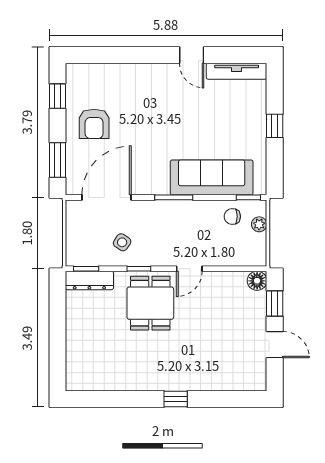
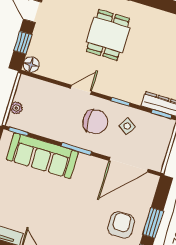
window: (58, 160) -> (153, 223), moved
chair: (232, 216) -> (95, 122), moved, width x1.87, depth x1.87
dining table: (150, 303) -> (108, 35), moved

